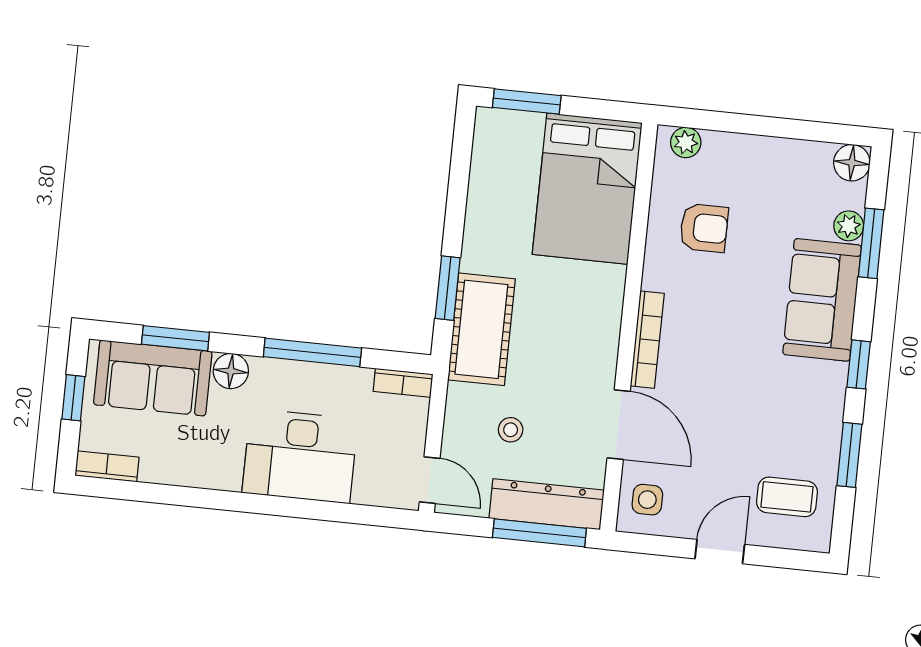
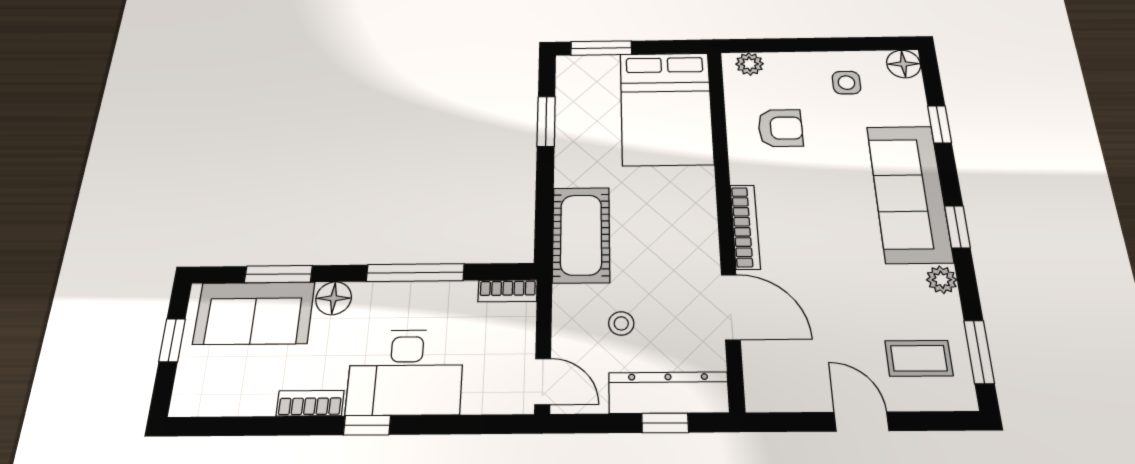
plant: (849, 226) -> (942, 280), moved
window: (871, 243) -> (940, 124), width x0.67
window: (448, 288) -> (546, 121), moved
sofa: (822, 300) -> (909, 193), width x1.36
window: (849, 455) -> (979, 352), moved
bookcase: (107, 466) -> (310, 403), moved
side table: (647, 500) -> (846, 83), moved
window: (263, 504) -> (367, 425), added
window: (539, 533) -> (665, 423), width x0.46
door: (720, 552) -> (861, 422), hinge flipped

